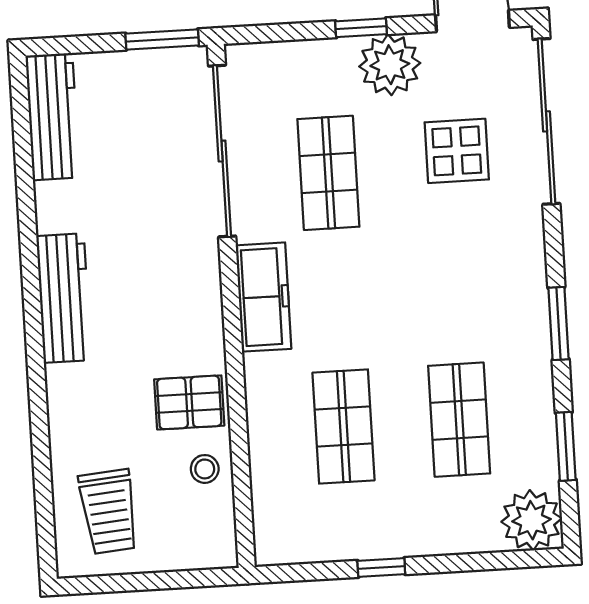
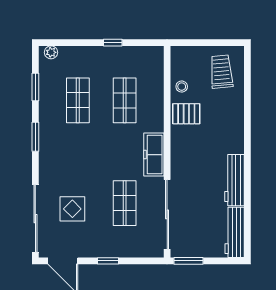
plant: (390, 65) -> (97, 245), removed
workbench: (64, 298) -> (234, 180), moved
plant: (531, 520) -> (51, 52), width x0.53, depth x0.53

